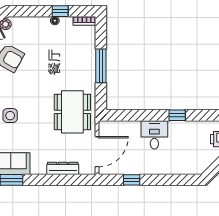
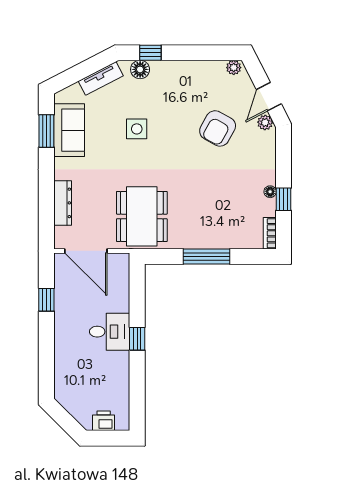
dining table: (72, 112) -> (142, 216), turned 90
window: (177, 115) -> (137, 339), moved

